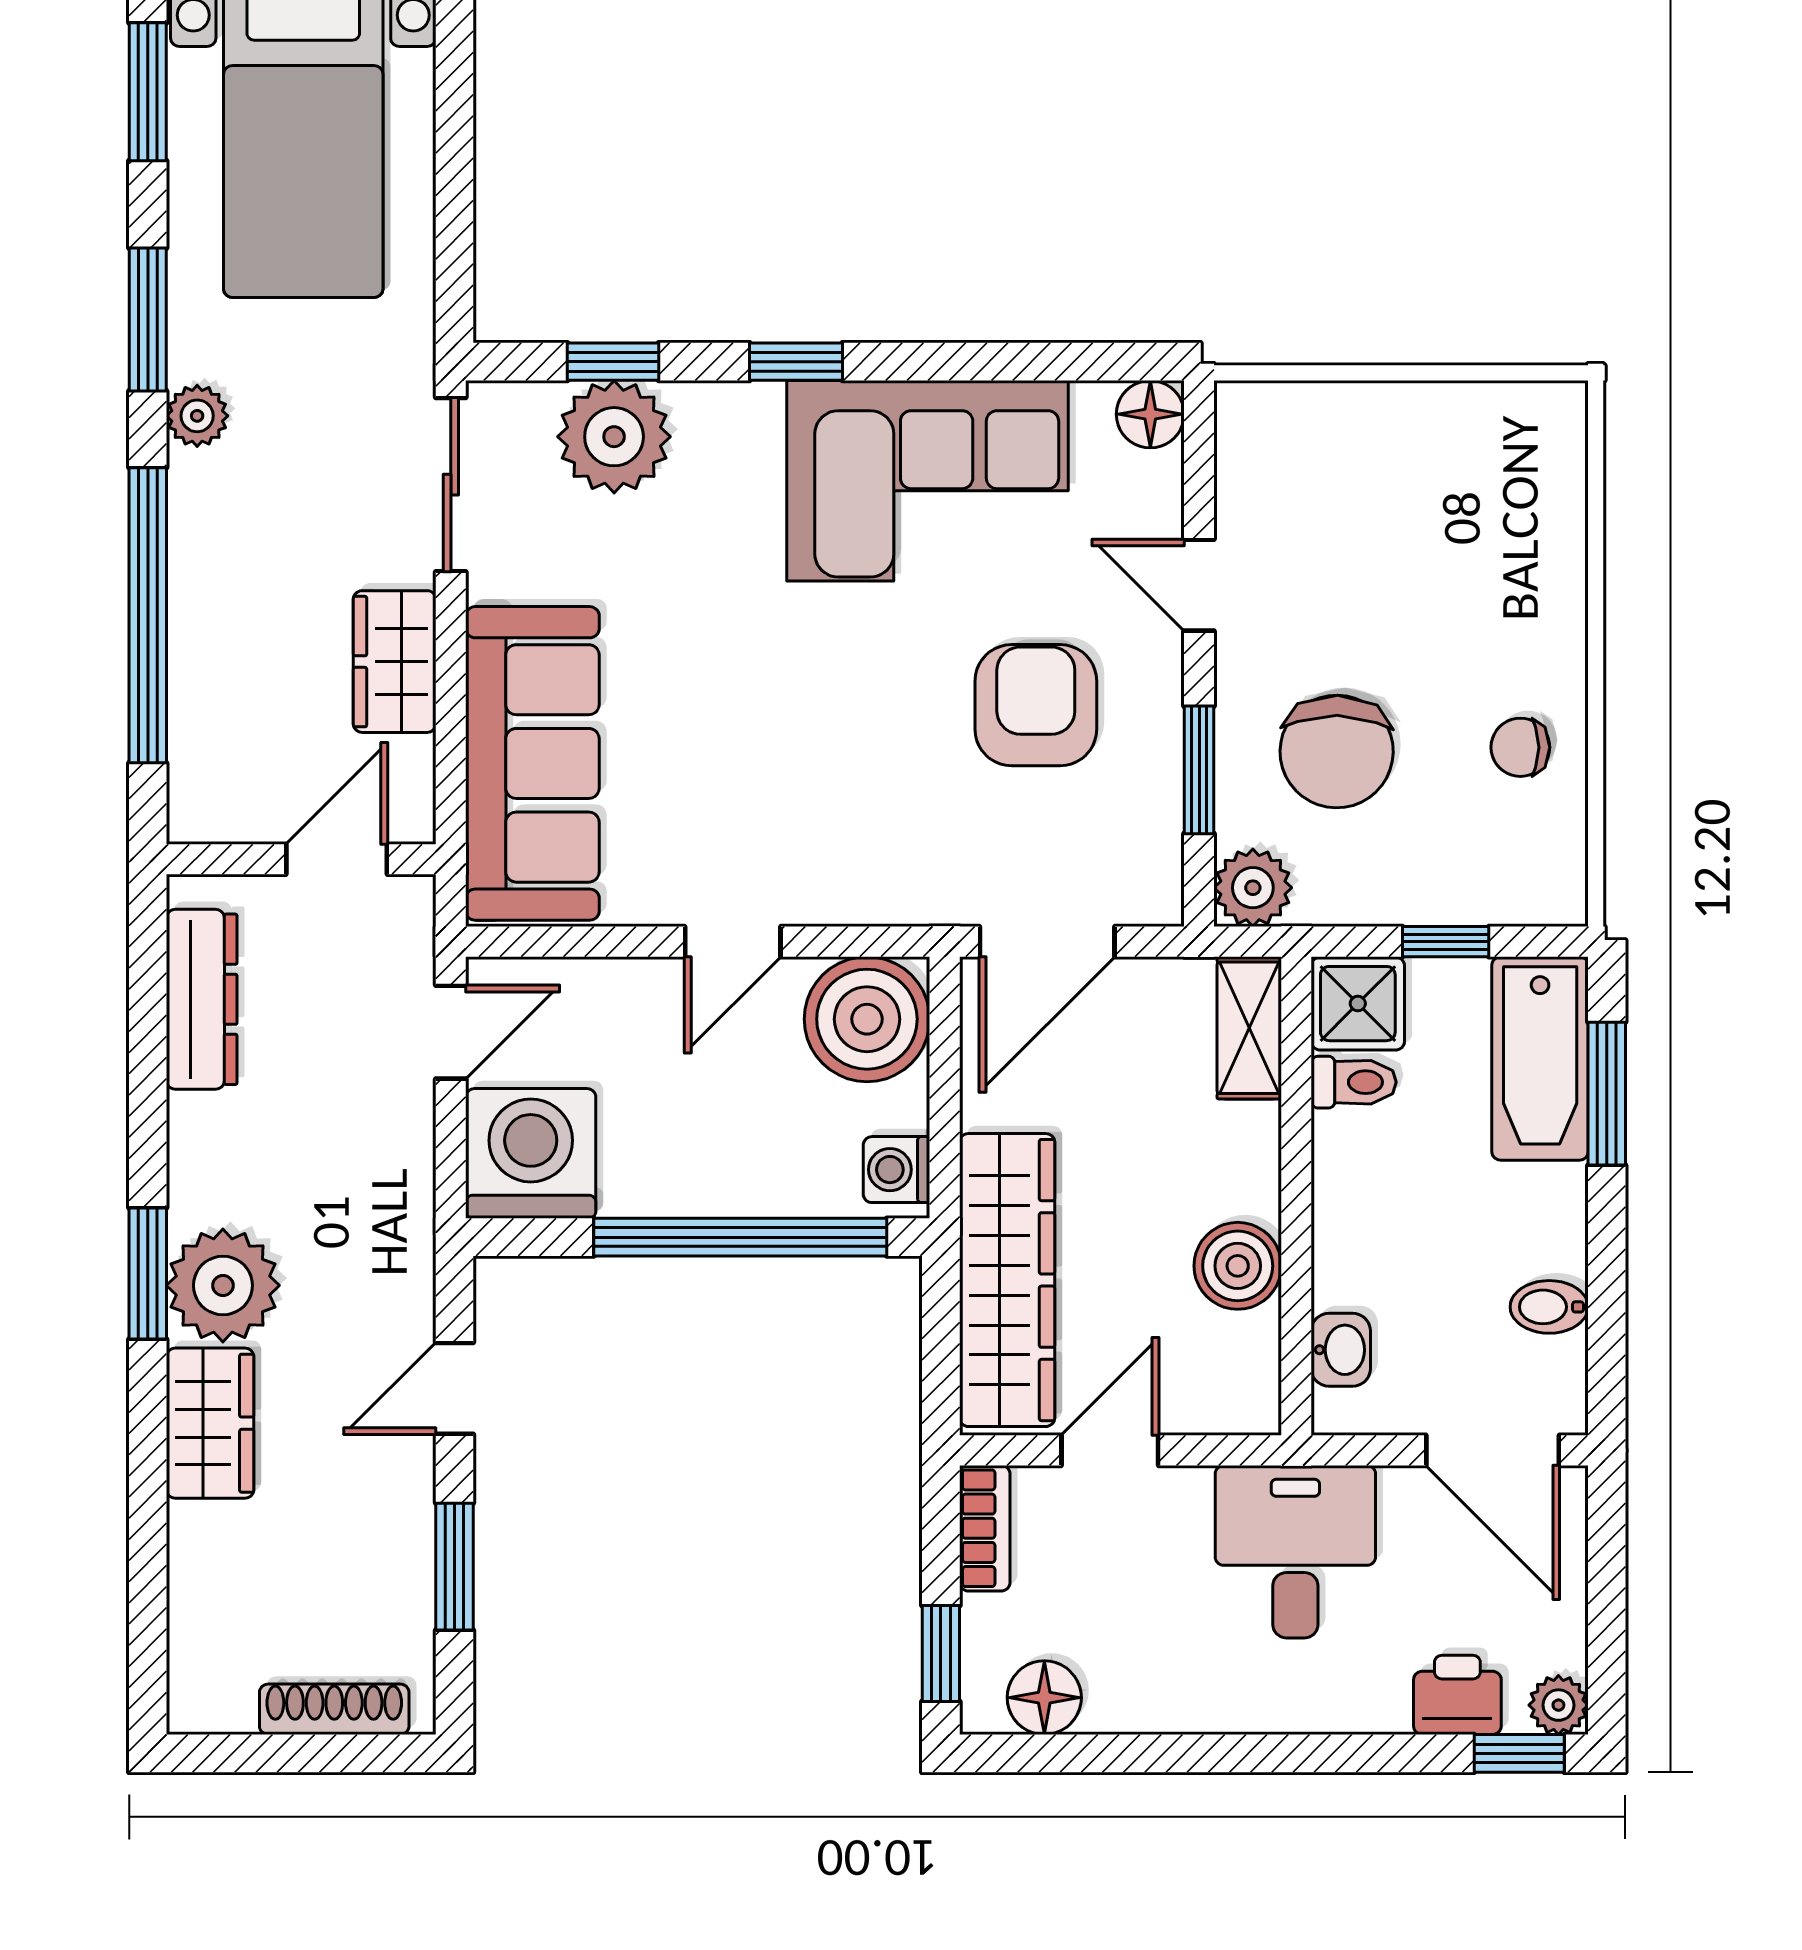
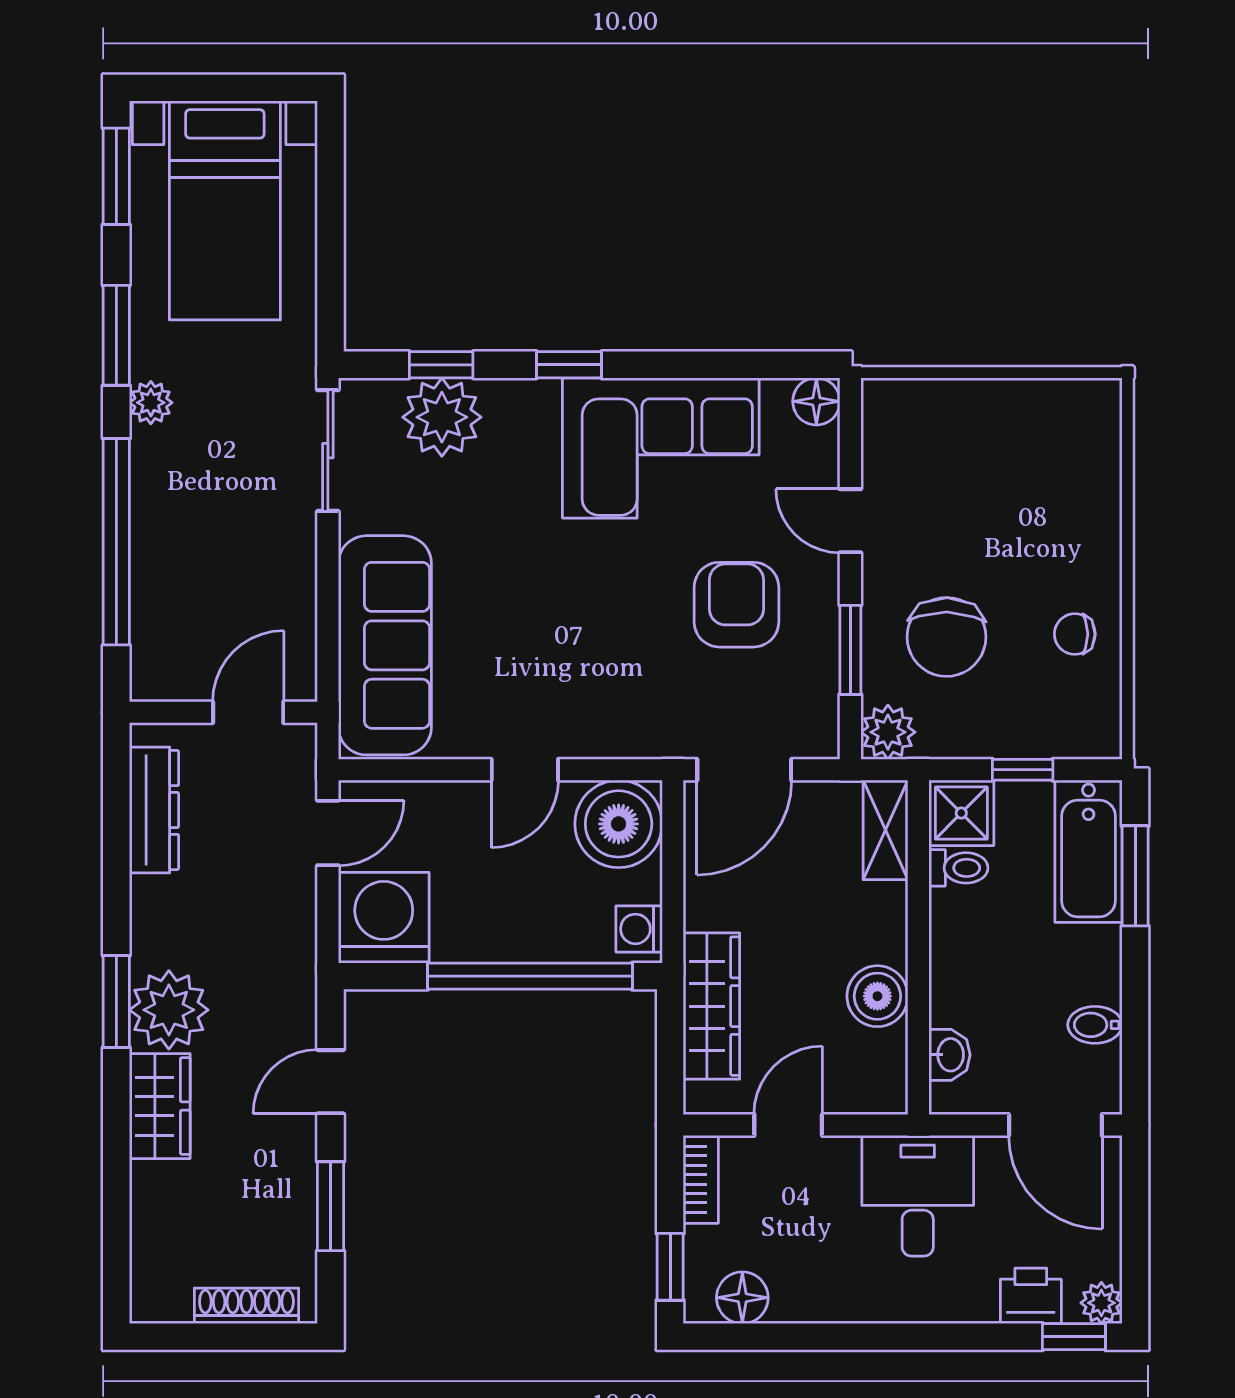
wardrobe: (395, 662) -> (289, 574), removed
wardrobe: (1007, 1280) -> (711, 1006), width x0.71, depth x0.85

